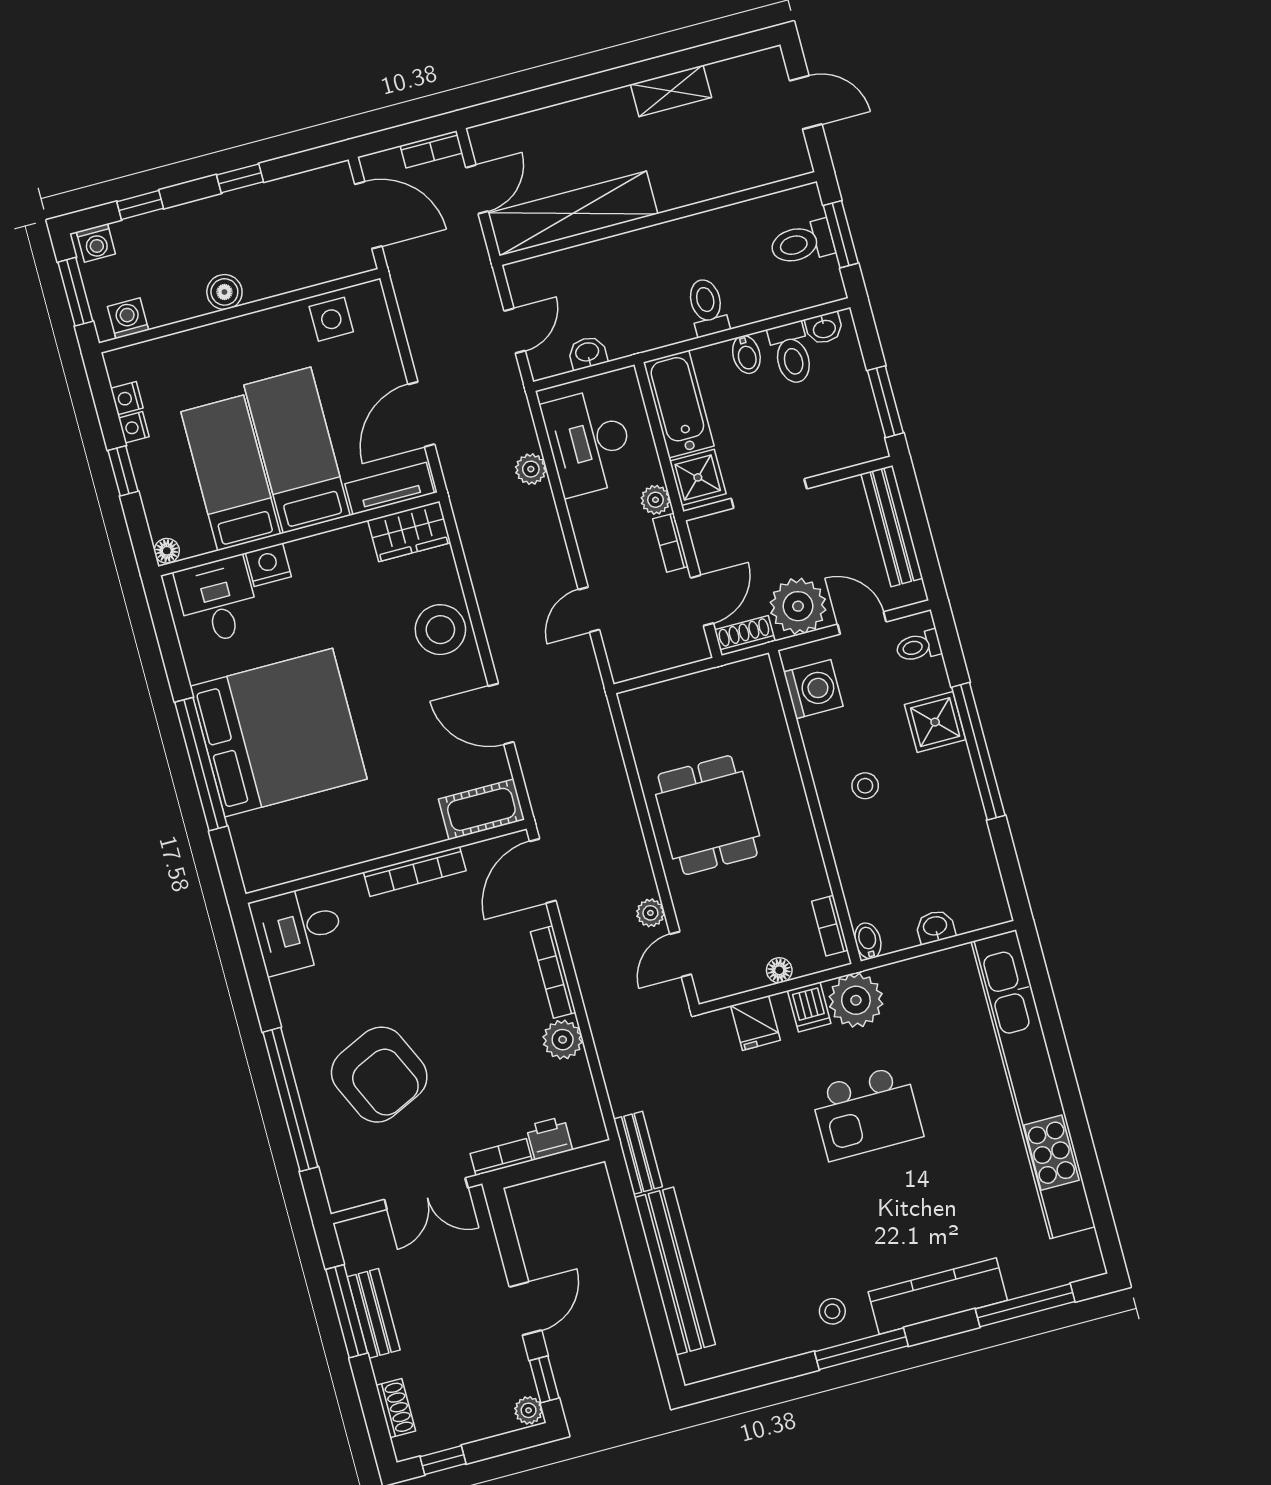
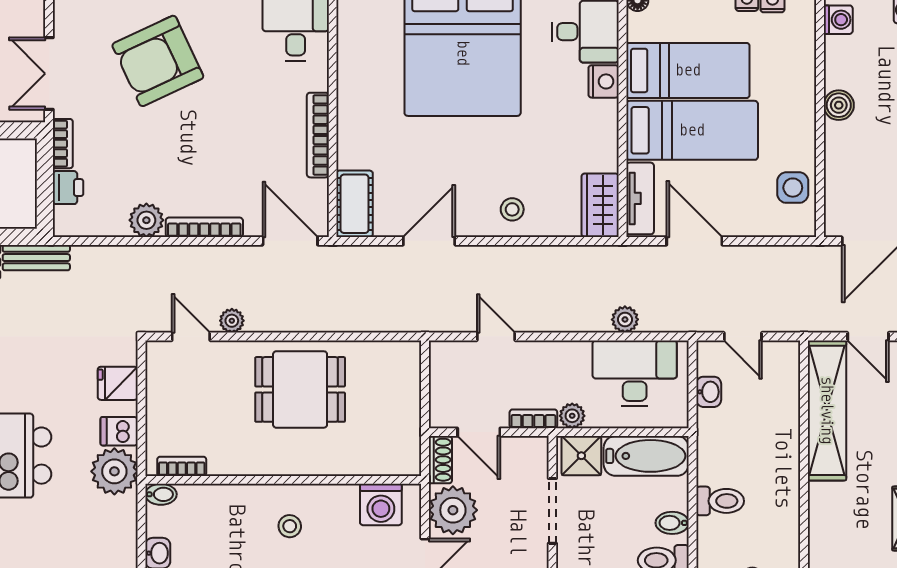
stool: (440, 630) -> (512, 209), width x0.53, depth x0.53
floor lamp: (779, 970) -> (156, 415), removed

